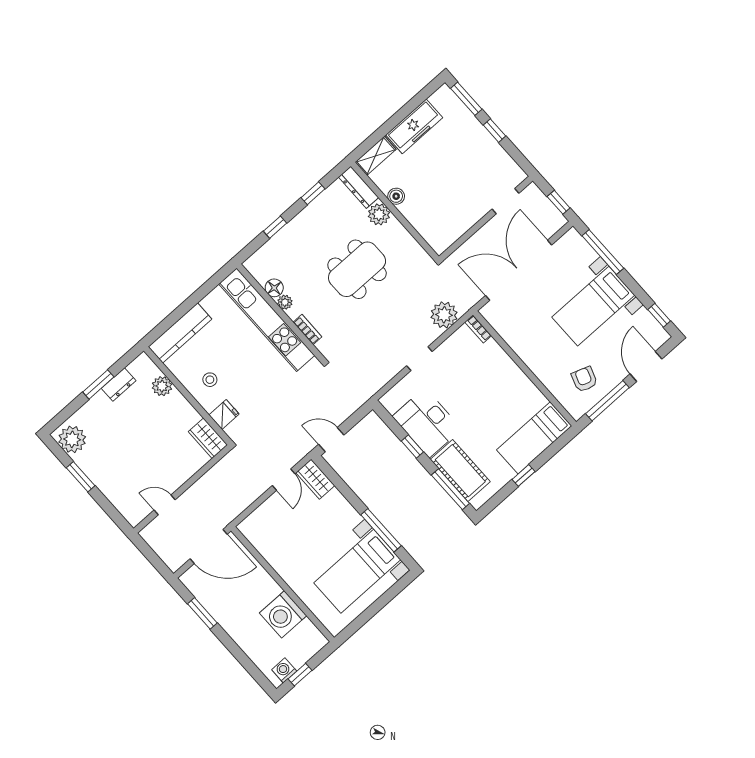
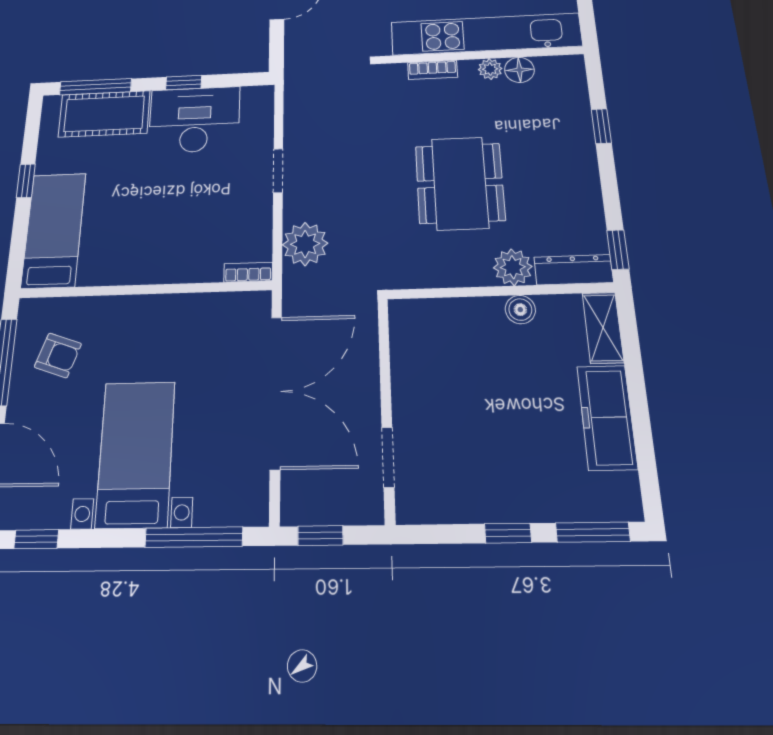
window: (313, 193) -> (618, 250), moved

